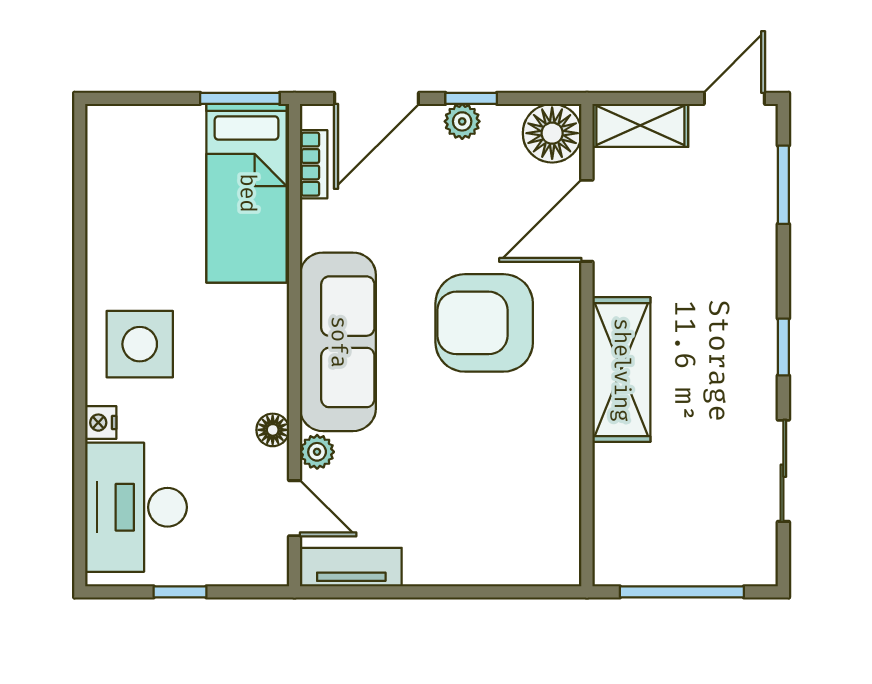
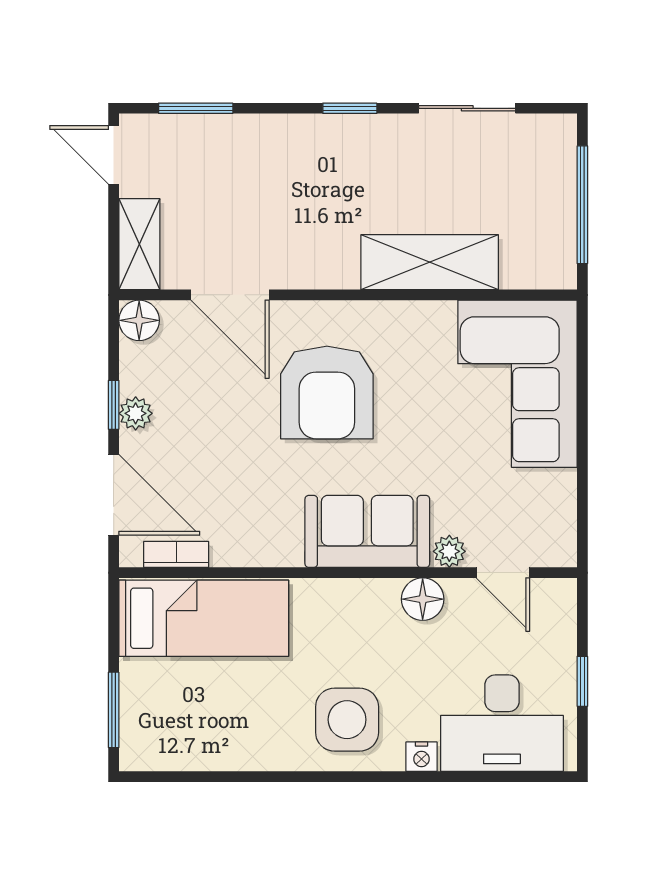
window: (240, 98) -> (114, 710), moved
floor lamp: (552, 133) -> (139, 320), width x0.73, depth x0.73
sofa: (338, 342) -> (367, 531), width x0.73
shelving: (621, 370) -> (430, 262), moved
floor lamp: (273, 430) -> (423, 599), width x1.37, depth x1.37
door: (295, 508) -> (503, 573), swing flipped
corner sofa: (493, 524) -> (517, 384), added
tv unit: (351, 567) -> (559, 519), removed

